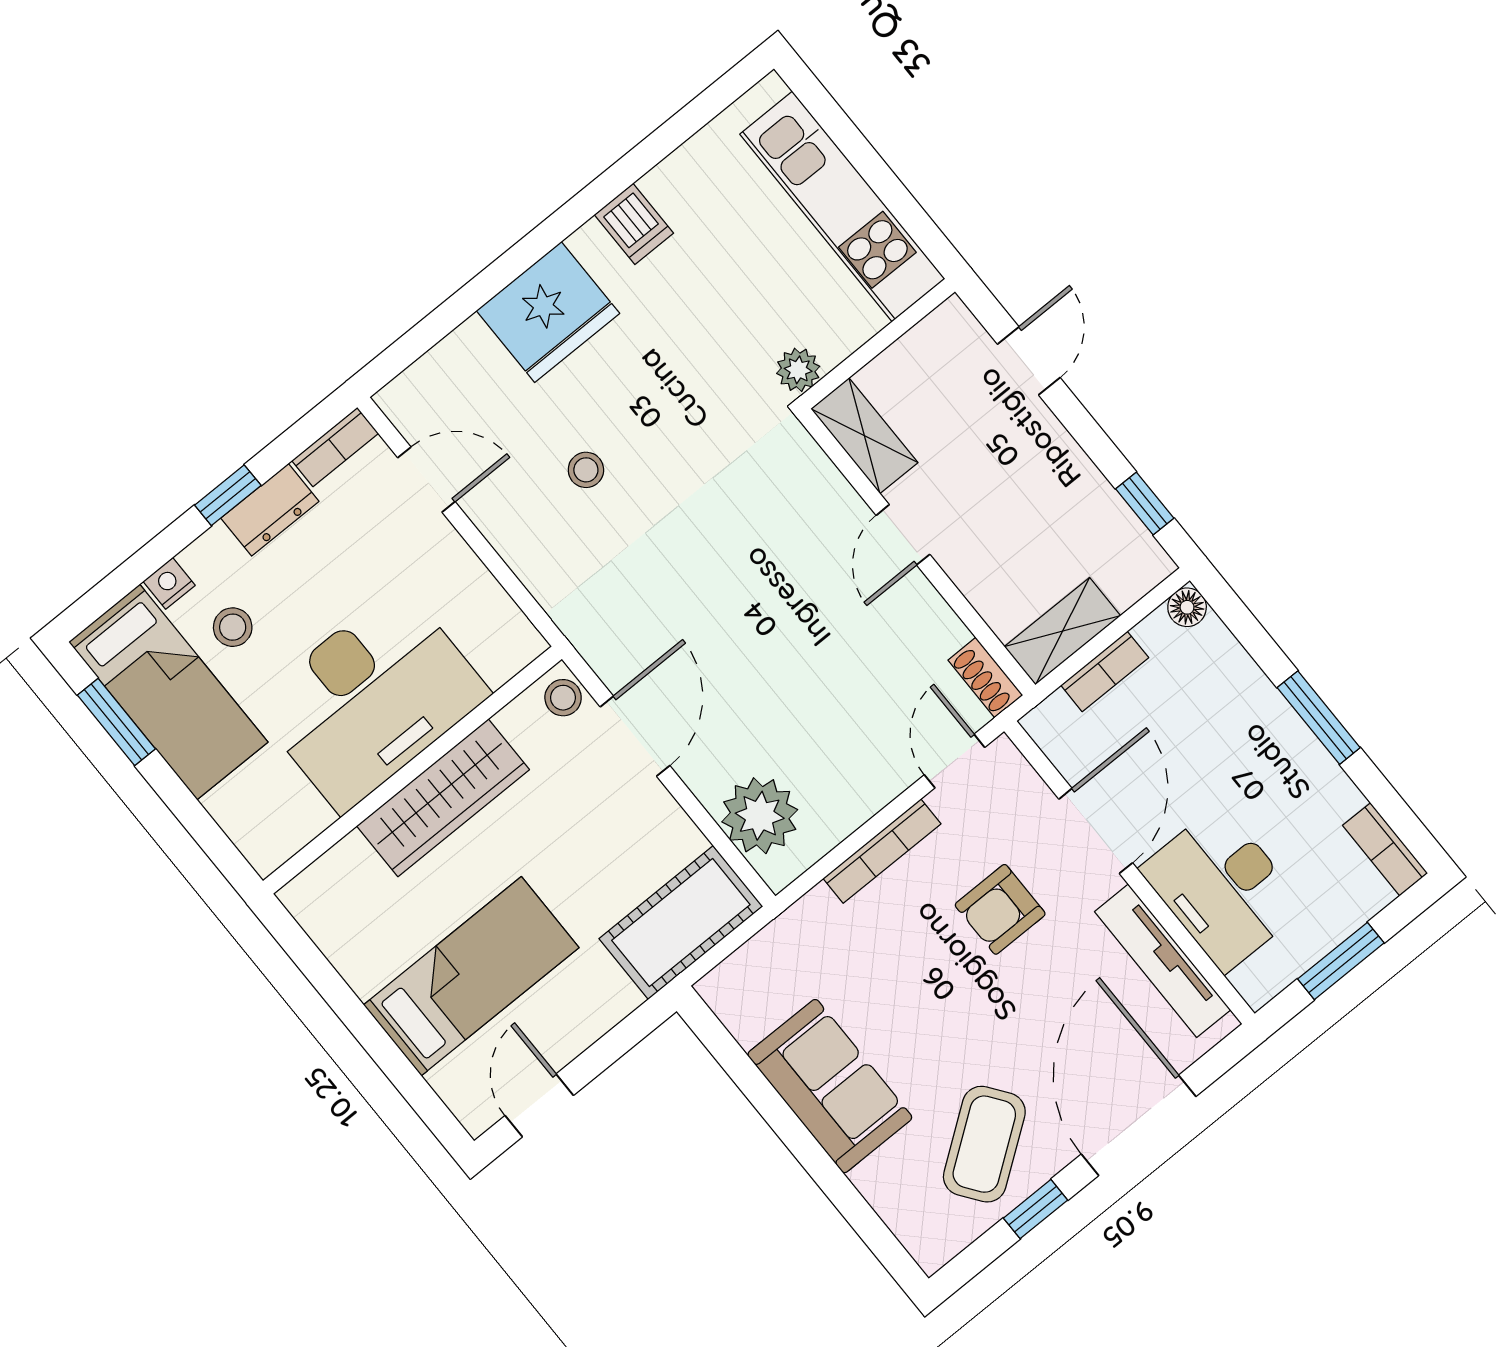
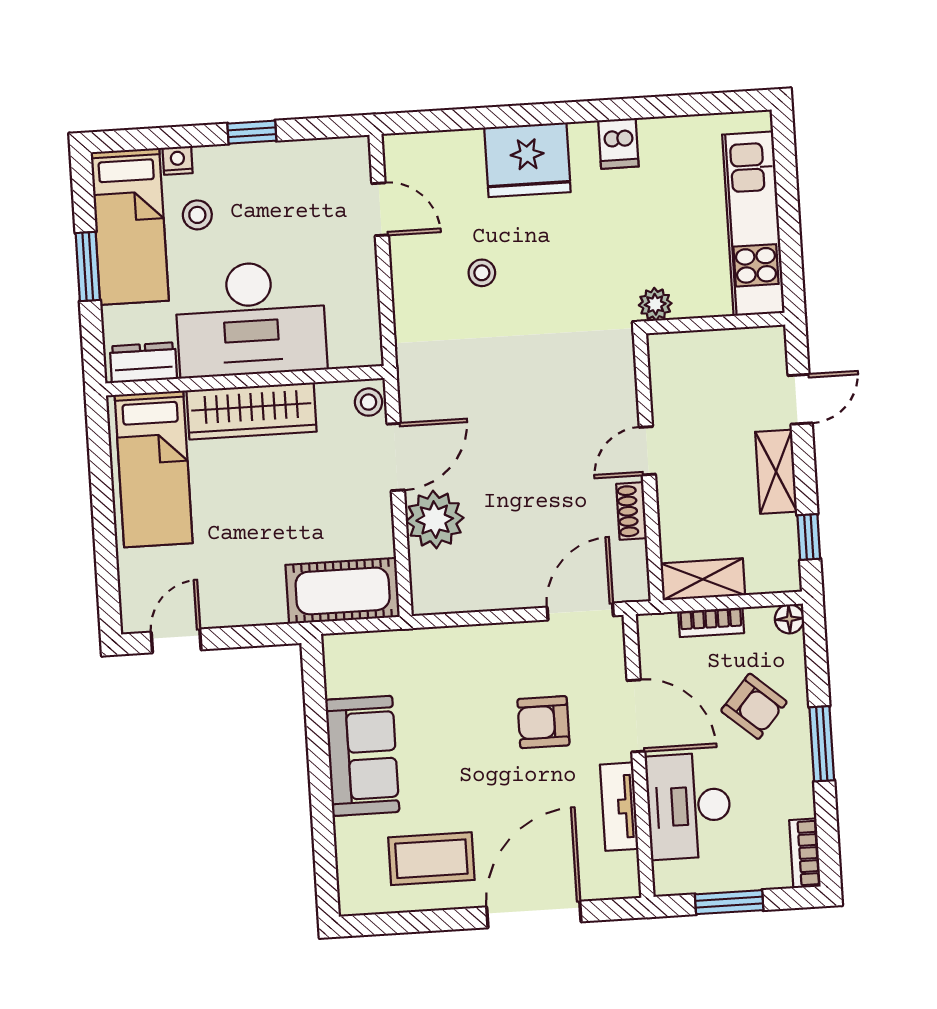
shelving: (864, 436) -> (776, 472), moved
bookcase: (335, 447) -> (339, 149), removed
dresser: (270, 510) -> (143, 363), moved, turned 180
shoe rack: (985, 678) -> (631, 511), moved
window: (116, 722) -> (88, 267), moved
armchair: (1216, 729) -> (754, 706), added
door: (955, 761) -> (580, 612), width x1.38
plant: (760, 816) -> (435, 520), moved
door: (1096, 831) -> (636, 716), hinge flipped
bookcase: (882, 851) -> (497, 635), removed
tv unit: (1163, 961) -> (619, 807), width x0.71
bed: (471, 976) -> (154, 469), moved, turned 90
coffee table: (984, 1144) -> (431, 859), turned 36
window: (1036, 1209) -> (434, 921), removed

